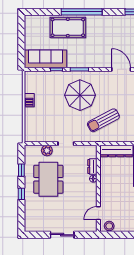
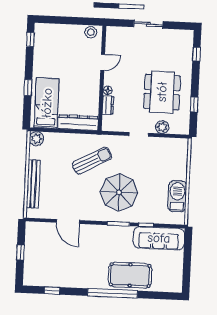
barbecue: (29, 100) -> (177, 196), width x1.88, depth x1.53
window: (21, 194) -> (196, 54), moved
door: (98, 213) -> (103, 62), moved

